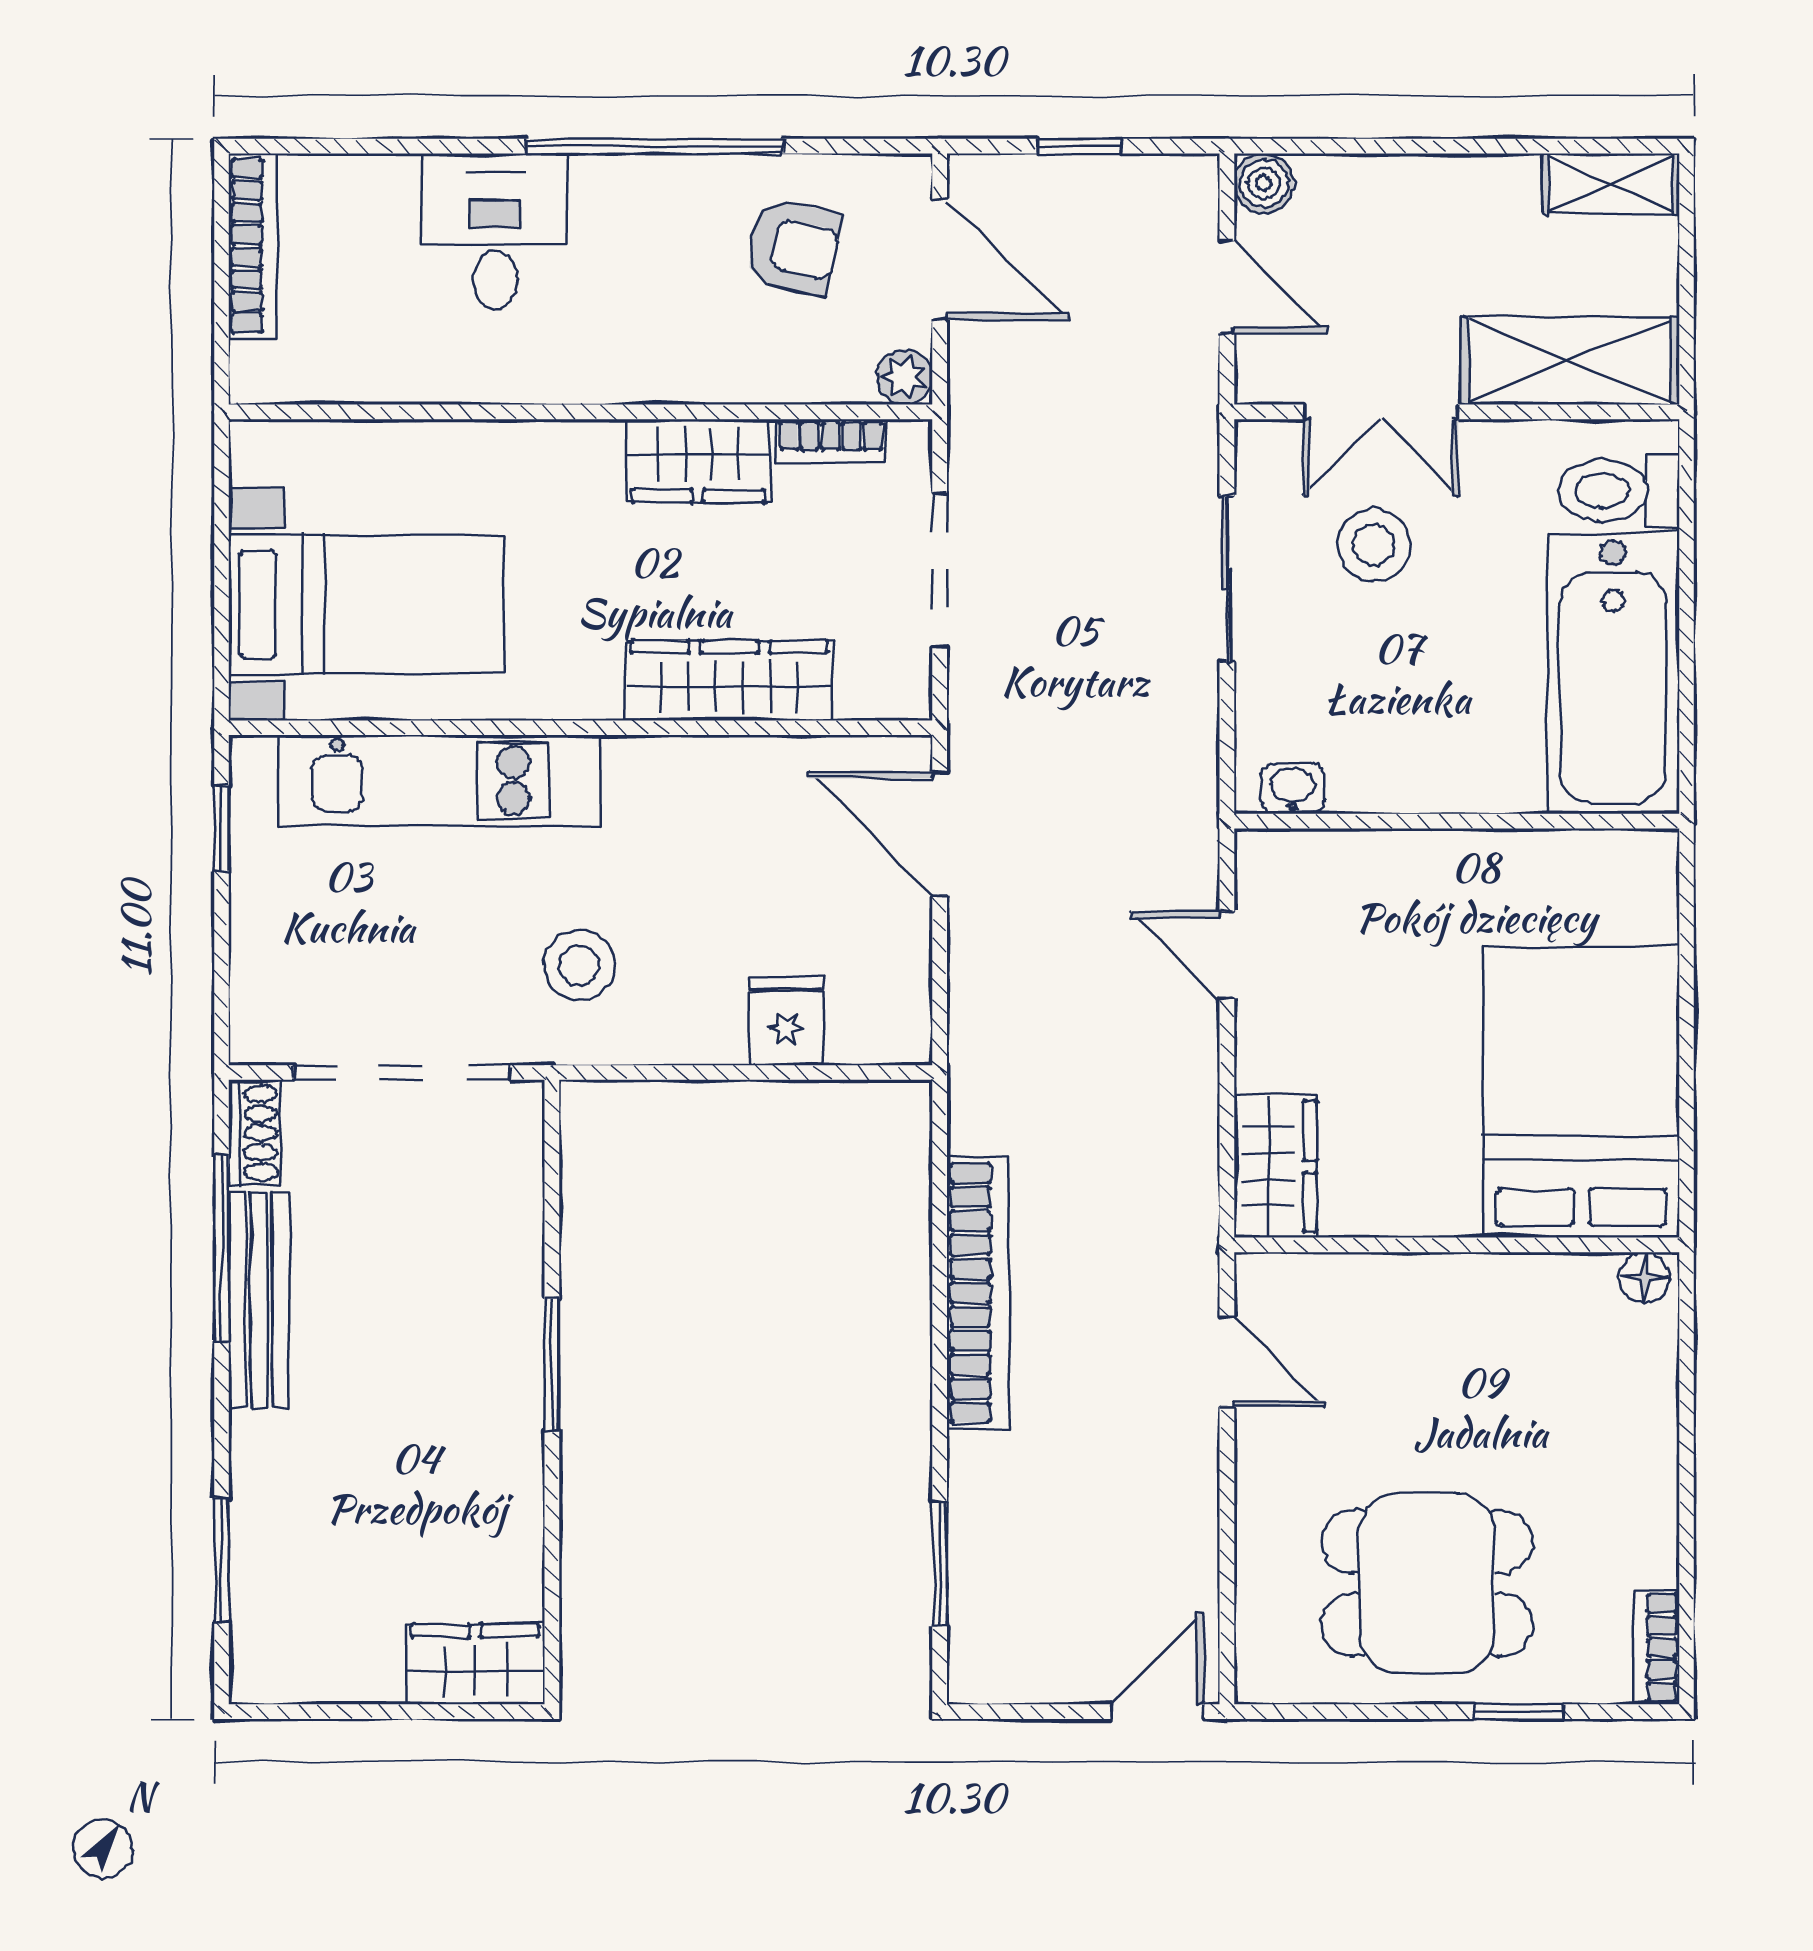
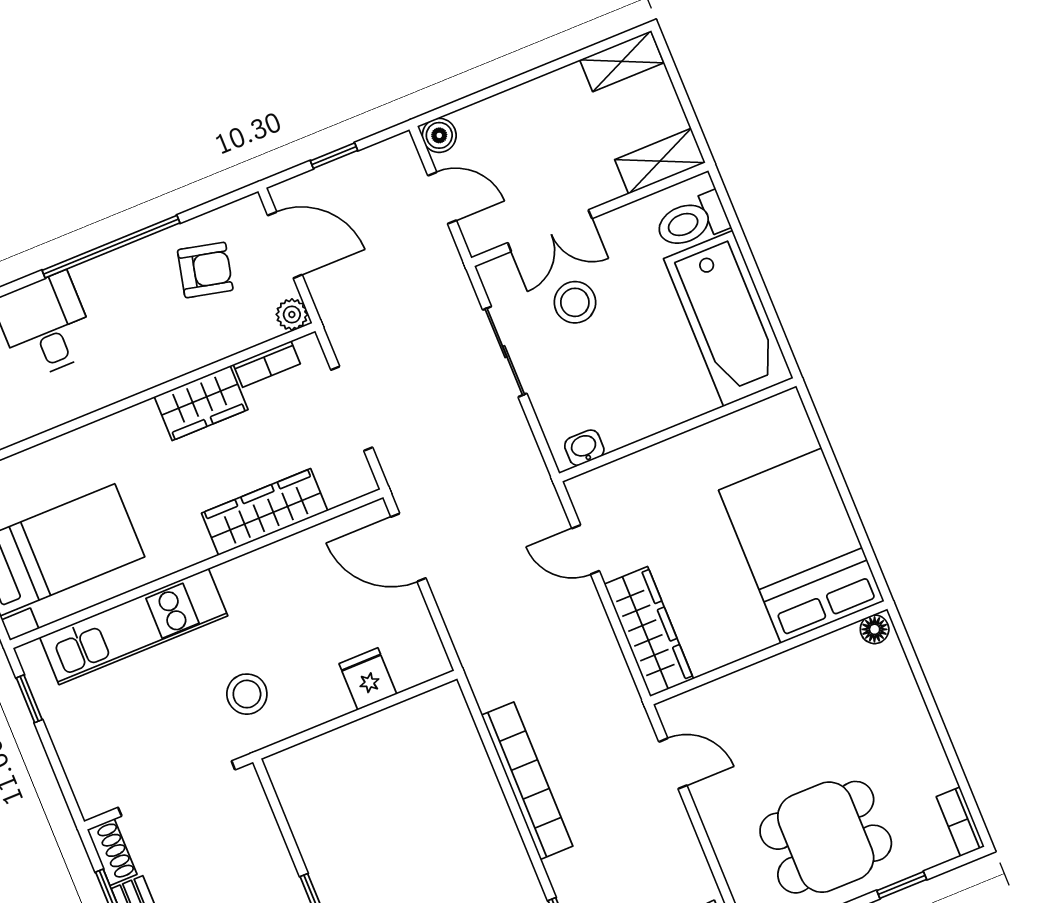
shelving: (1570, 361) -> (660, 161), width x0.67, depth x0.75
wardrobe: (1275, 1166) -> (649, 632), width x1.50

